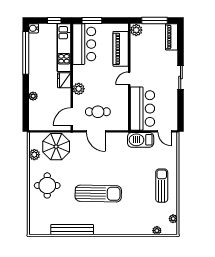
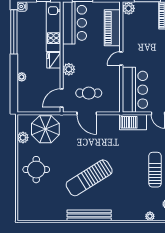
sun lounger: (98, 194) -> (89, 178), turned 147
bench: (72, 230) -> (89, 215), moved

